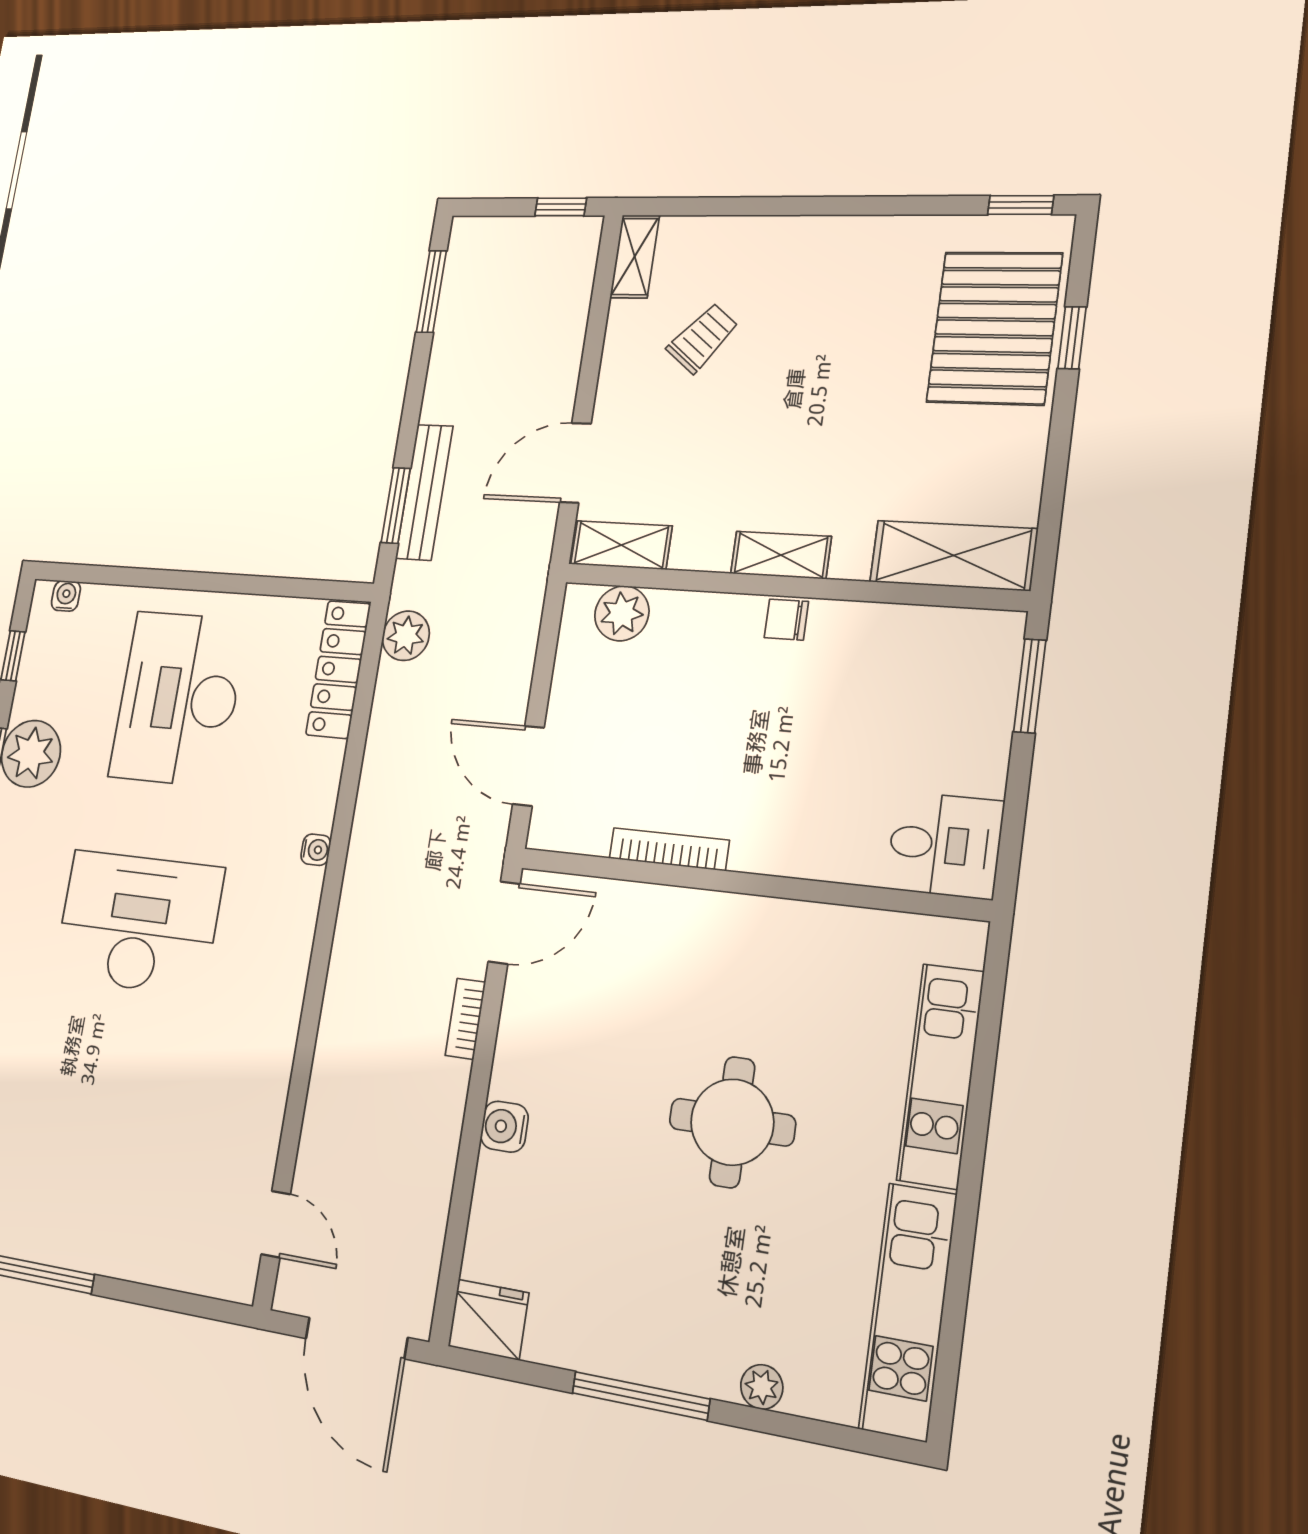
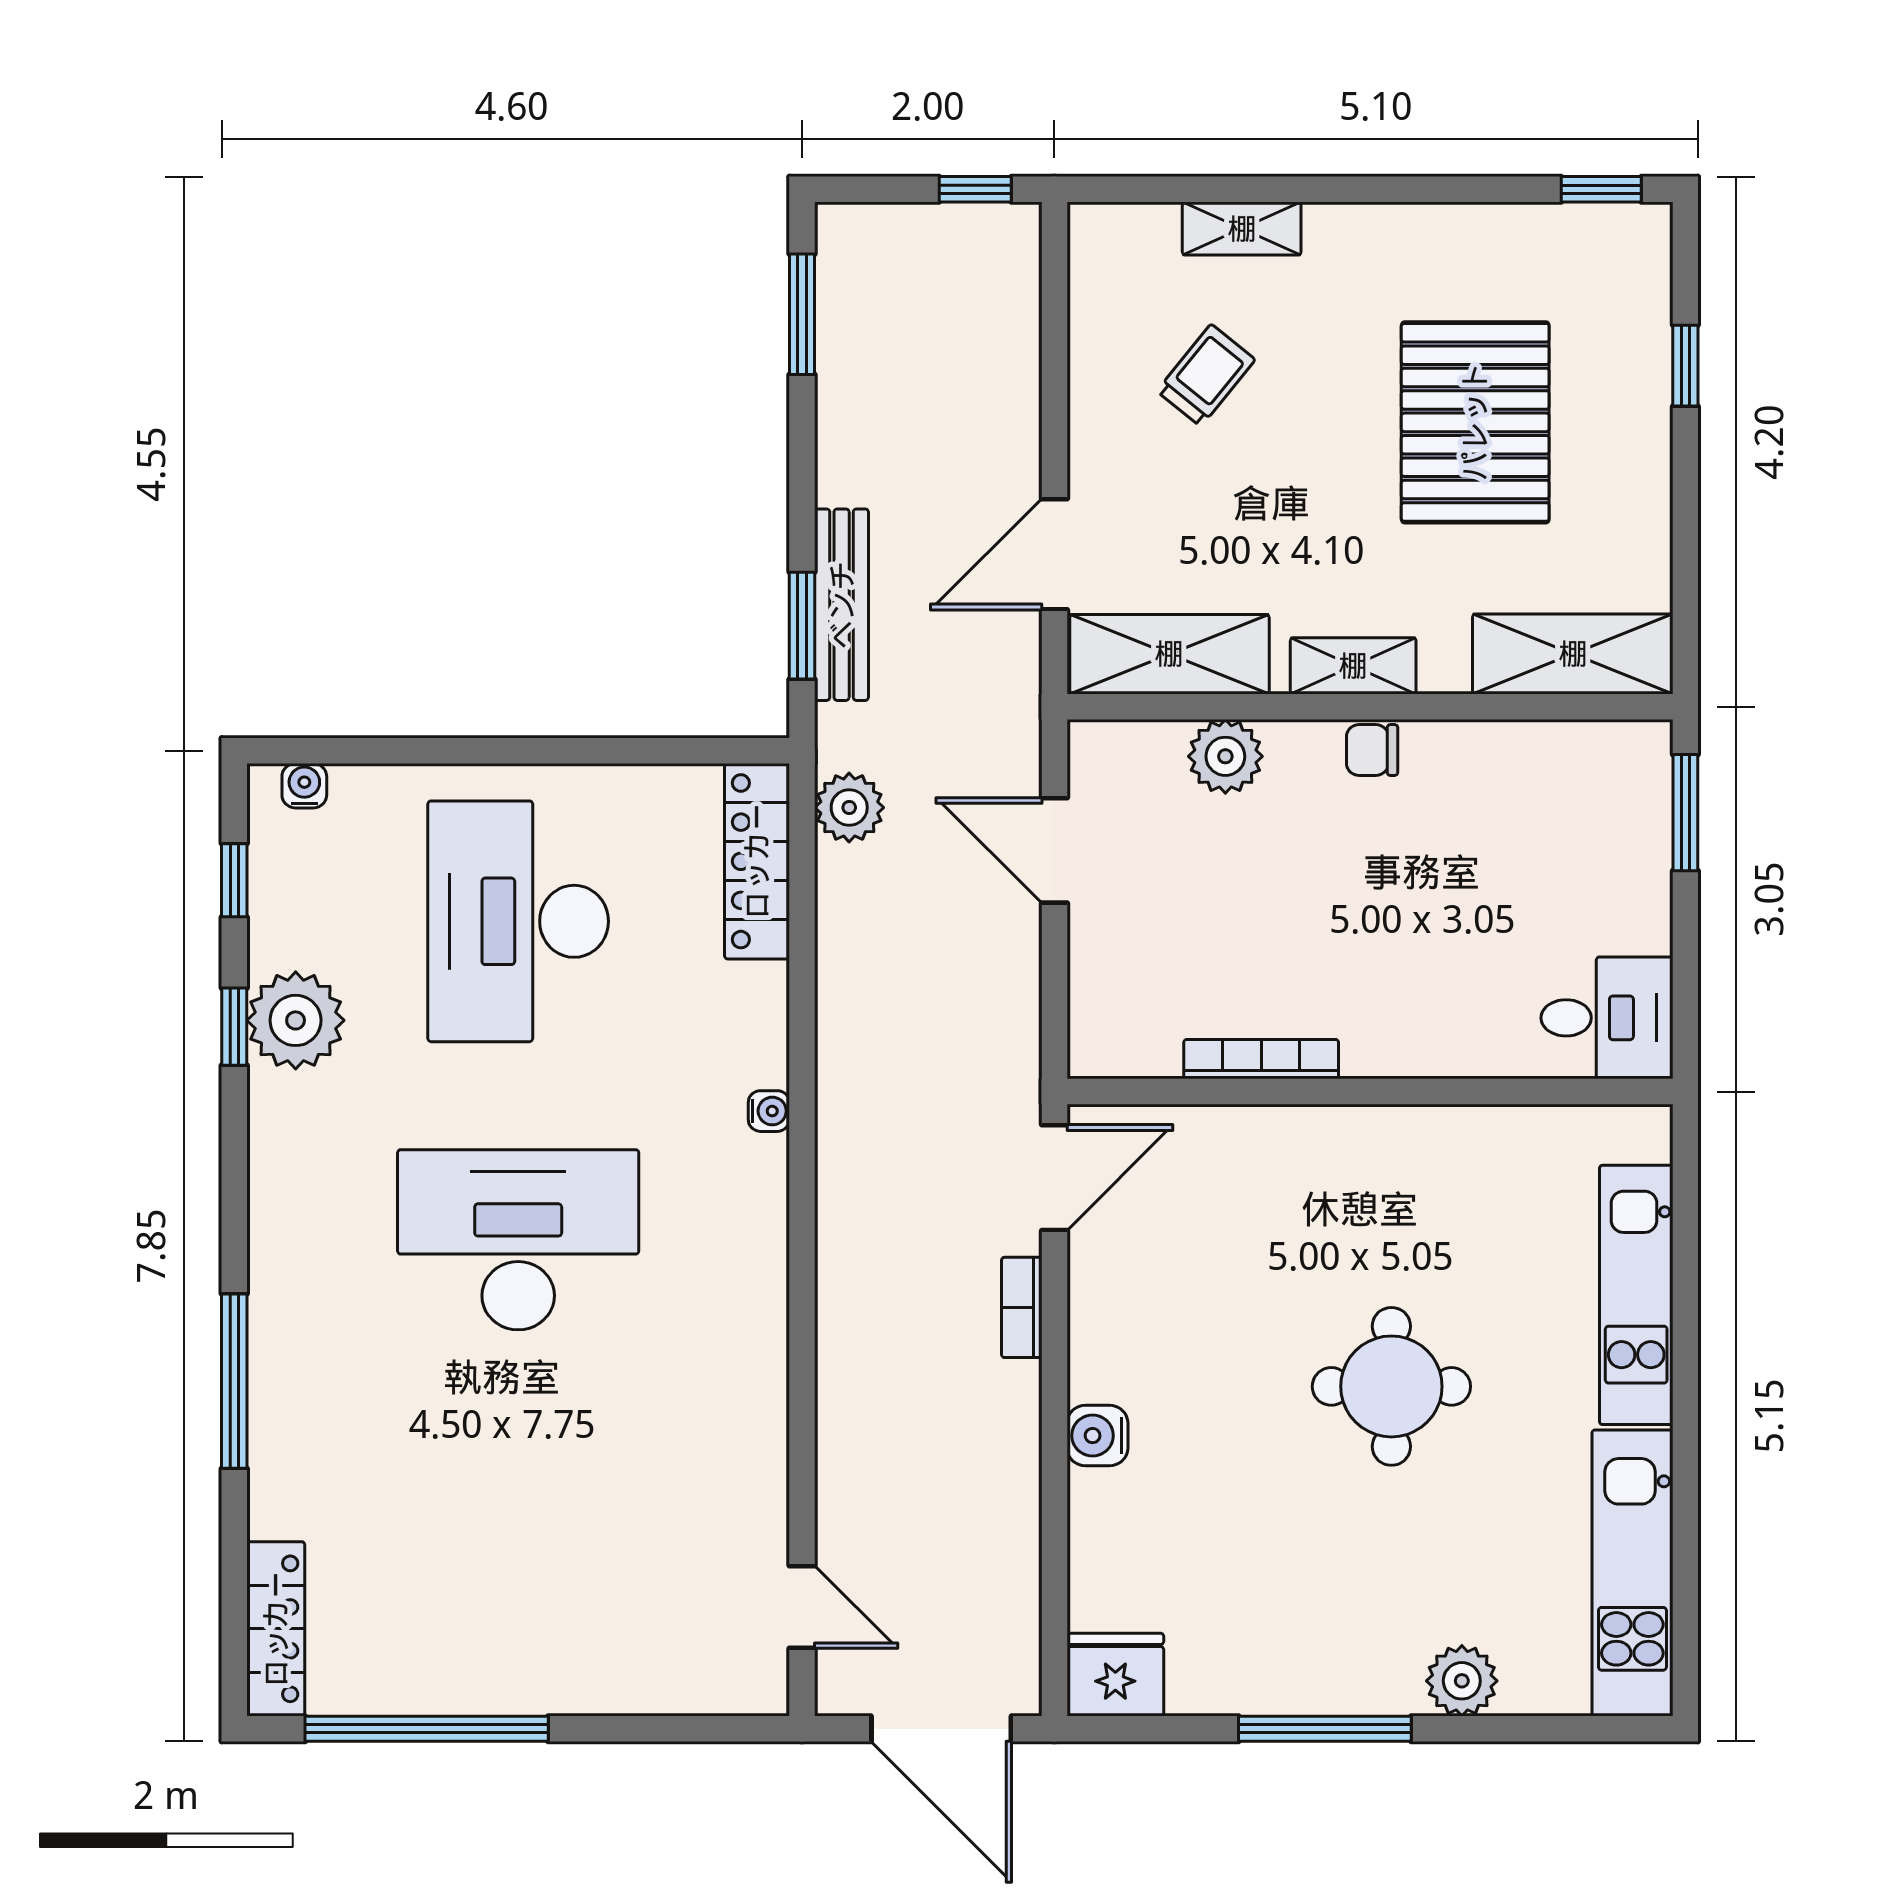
shelving: (635, 257) -> (1242, 229), moved, turned 90
pallet: (994, 328) -> (1475, 422), moved
shelving: (621, 545) -> (1169, 654), width x1.50, depth x1.33
plant: (622, 613) -> (1225, 756), moved
door: (528, 766) -> (1054, 850), moved
plant: (762, 1387) -> (1462, 1681), width x1.38, depth x1.38

